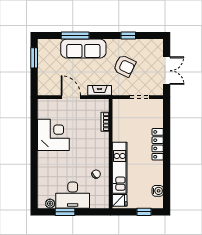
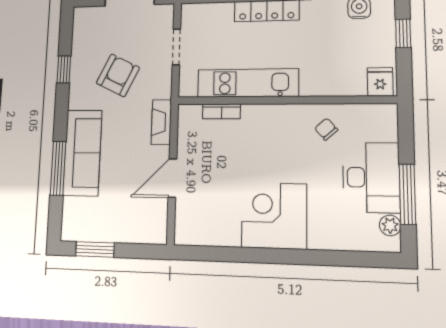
corner desk: (53, 135) -> (274, 216), moved
kitchen unit: (120, 168) -> (248, 83), moved
window: (65, 212) -> (407, 194), width x1.44

